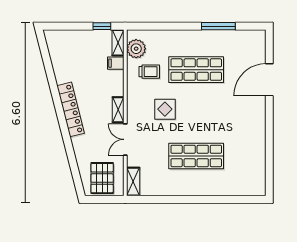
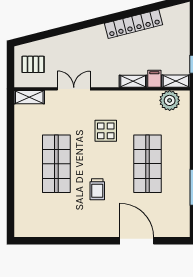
trolley: (149, 72) -> (97, 189), moved
locker: (71, 109) -> (134, 24), moved
shelving: (118, 110) -> (133, 81), moved
pallet: (102, 178) -> (33, 64), width x0.67, depth x0.71

